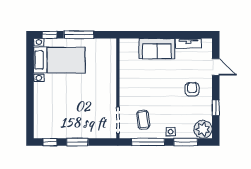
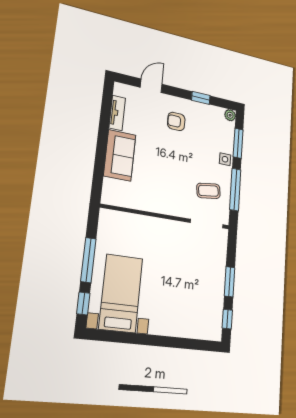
plant: (203, 129) -> (230, 115), width x0.53, depth x0.53

